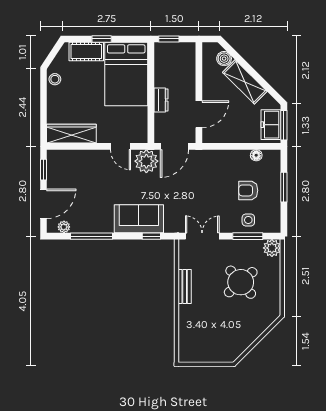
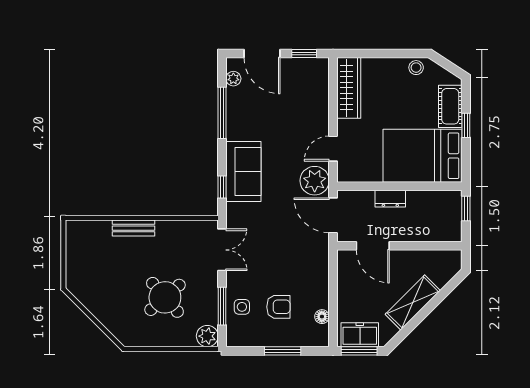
boiler: (224, 59) -> (442, 277), removed
armchair: (248, 190) -> (278, 307), turned 90
bench: (185, 286) -> (134, 228), moved

